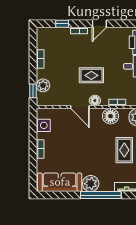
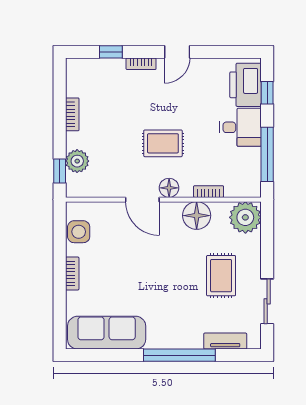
plant: (91, 184) -> (162, 335), removed

